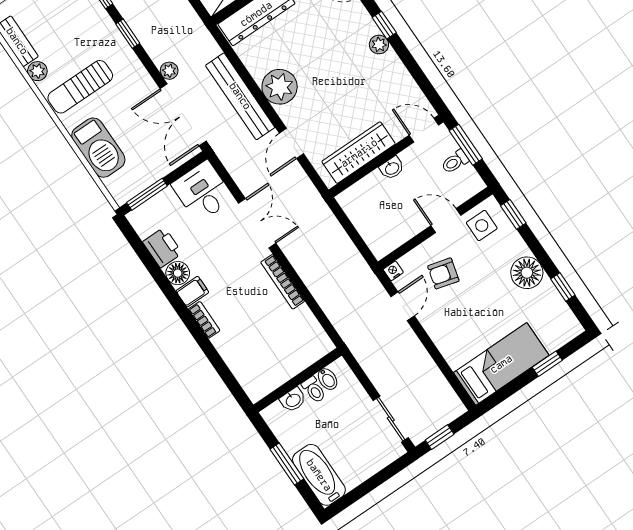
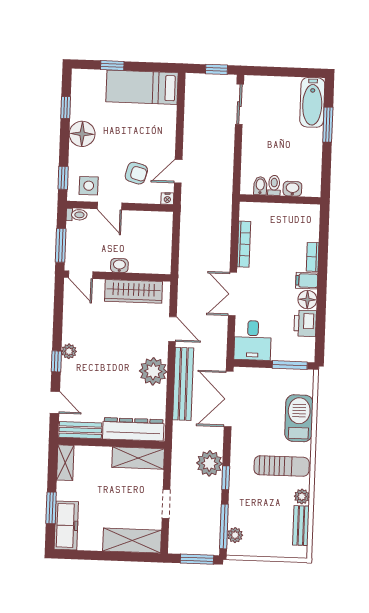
plant: (169, 71) -> (209, 463), moved, width x1.88, depth x1.88
double door: (183, 115) -> (229, 399), swing flipped
door: (291, 143) -> (172, 329), hinge flipped
toilet: (455, 162) -> (77, 215), moved
bidet: (328, 379) -> (260, 186), moved
wall: (298, 380) -> (280, 199), moved
toilet: (314, 390) -> (274, 185), moved
washbasin: (293, 400) -> (292, 189), moved

